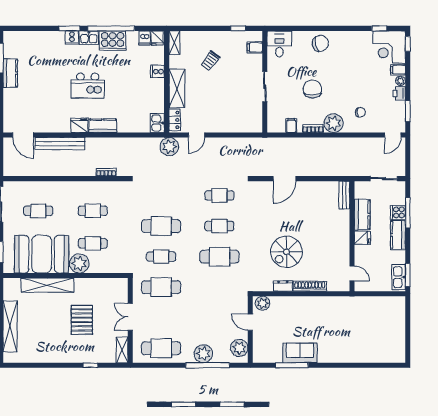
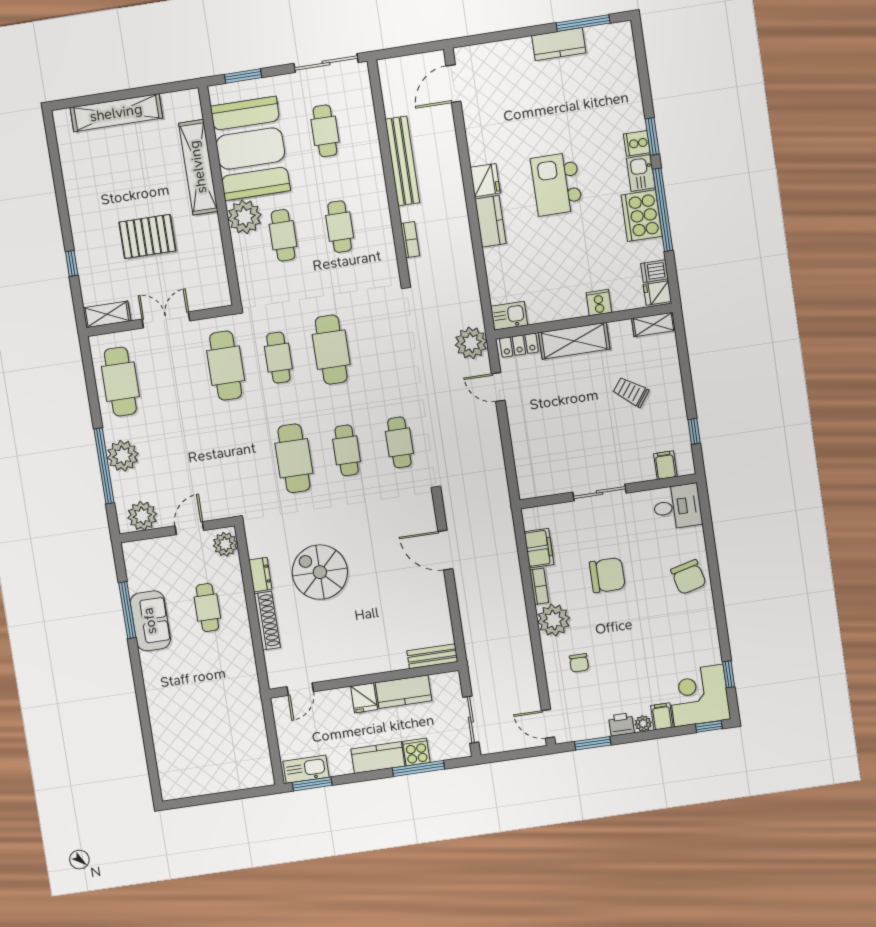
filing cabinet: (291, 125) -> (539, 548), width x2.00
bench: (60, 144) -> (402, 161), moved
cafe table: (297, 319) -> (207, 608), added

